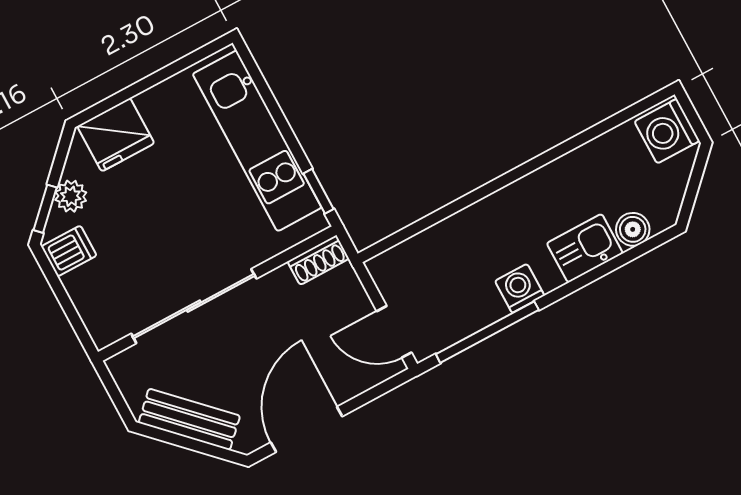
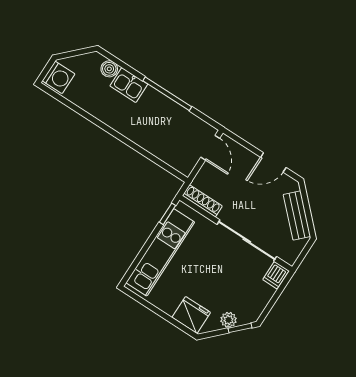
dishwasher: (69, 251) -> (276, 275), moved, turned -90
shoe rack: (318, 260) -> (202, 201), width x1.43
washing machine: (520, 288) -> (162, 104), removed
window: (487, 332) -> (167, 94), moved
door: (307, 429) -> (273, 162), width x0.73

